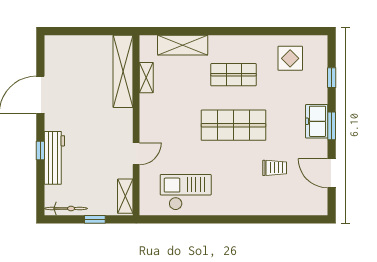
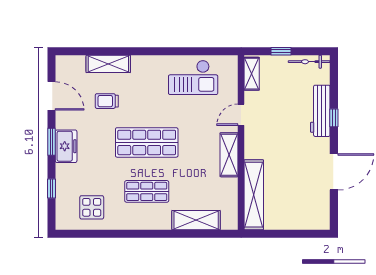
shelving: (146, 78) -> (229, 155), moved, width x1.50, depth x1.33
shelving: (273, 206) -> (108, 64), added

